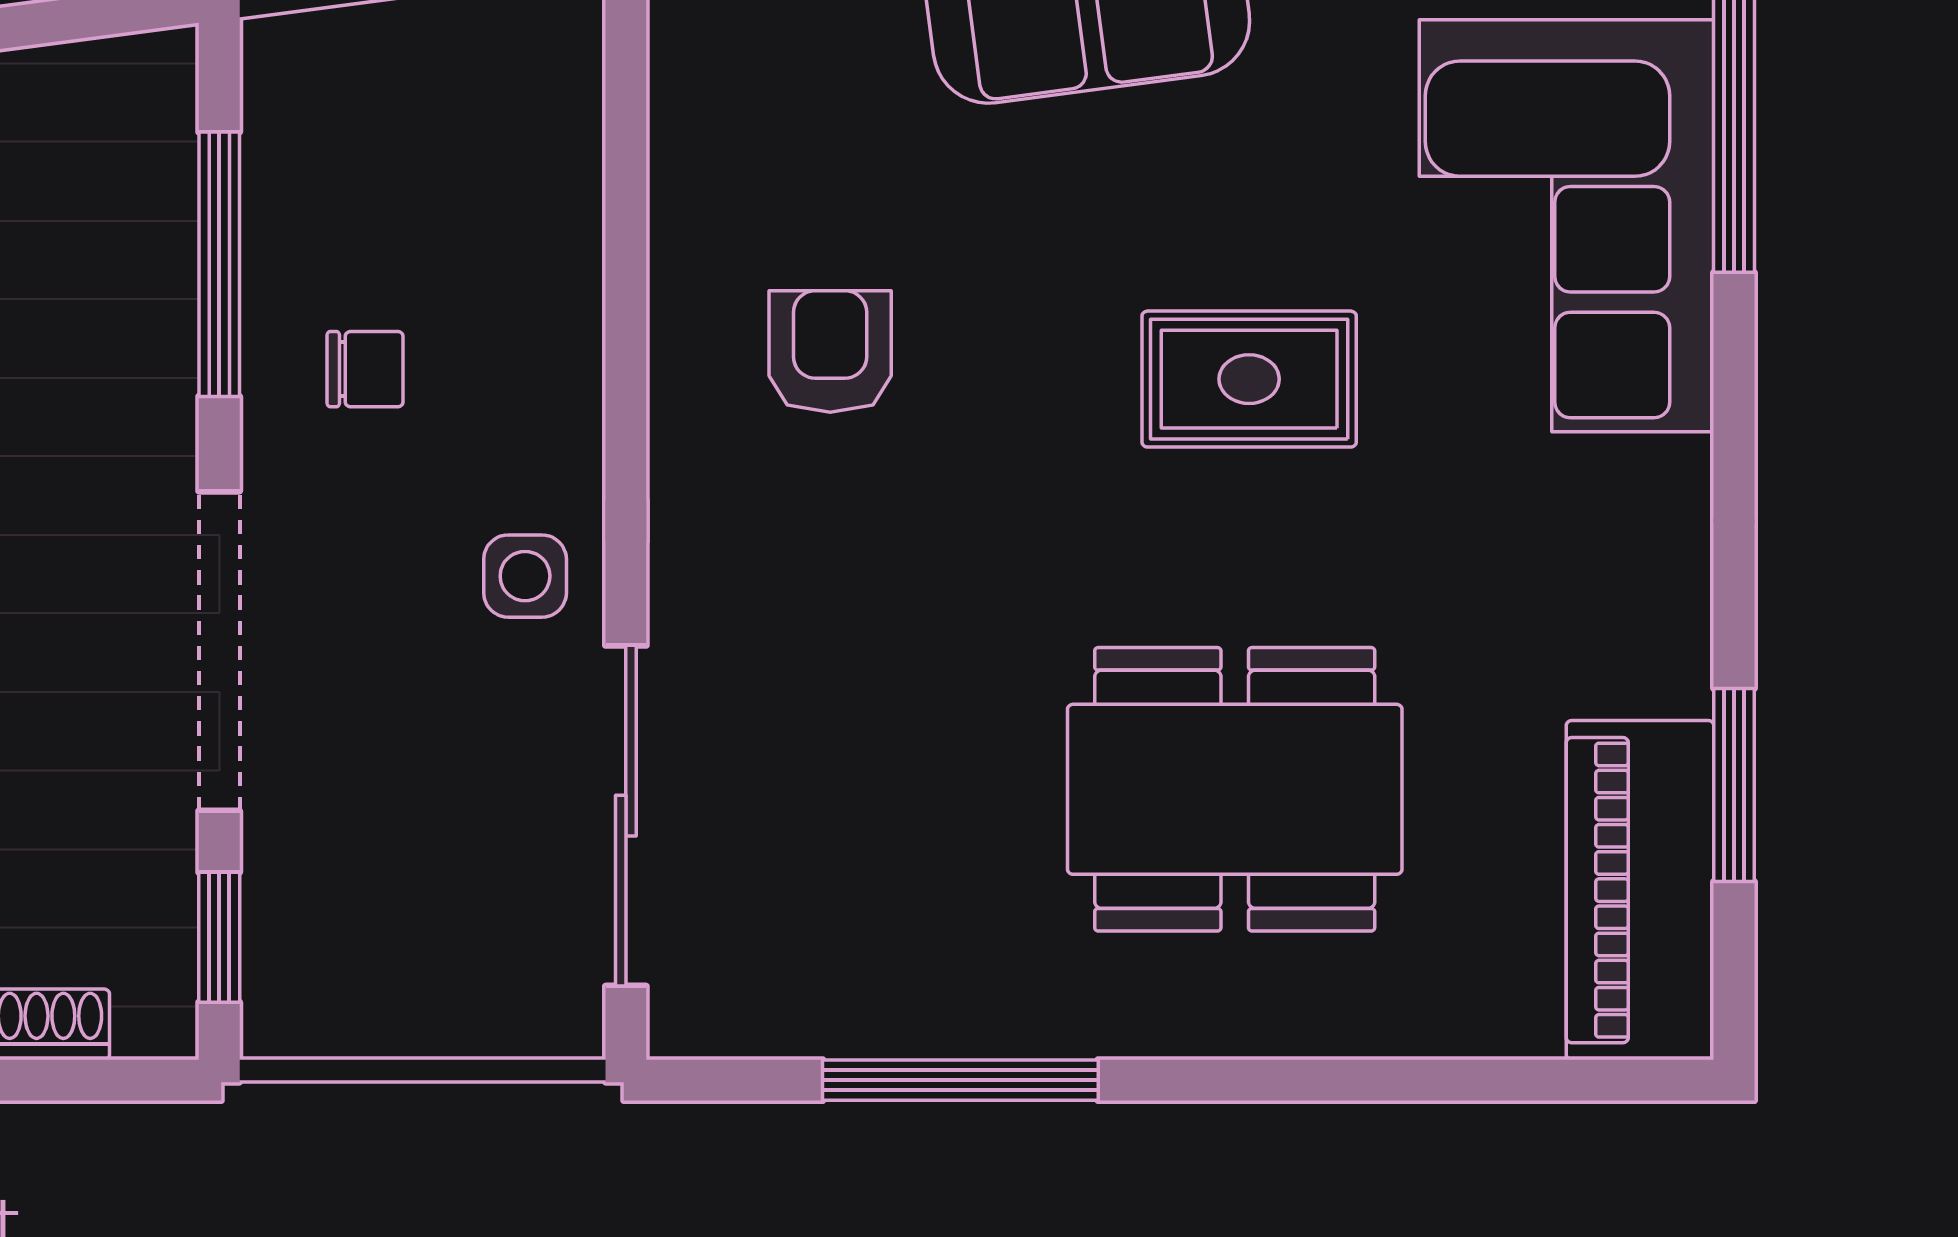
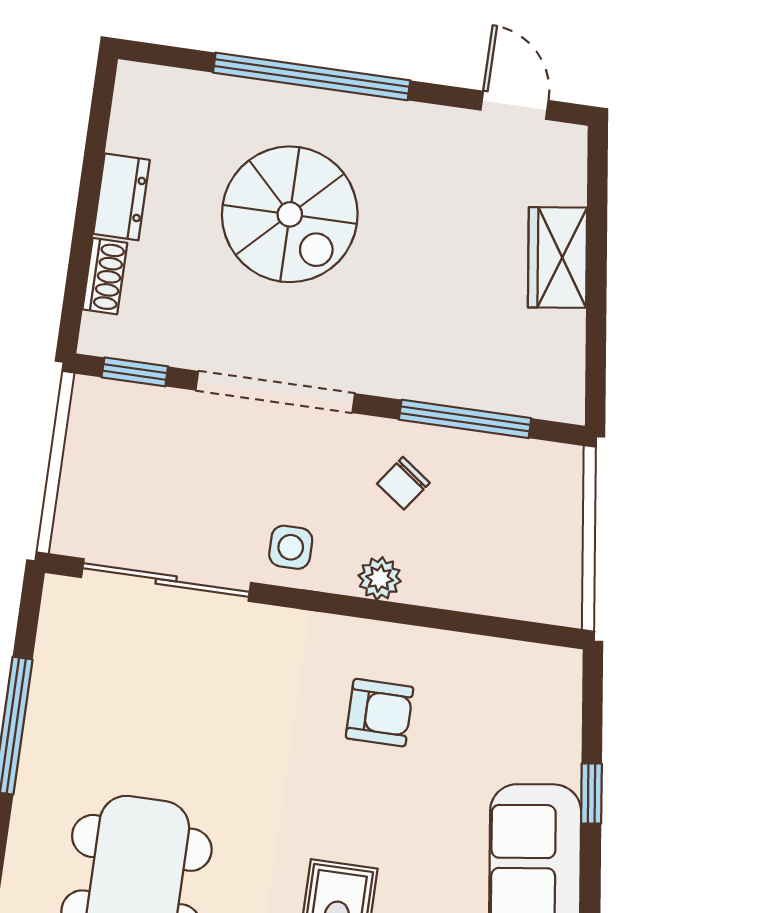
chair: (365, 369) -> (403, 483), turned 36
plant: (562, 389) -> (380, 578), added

